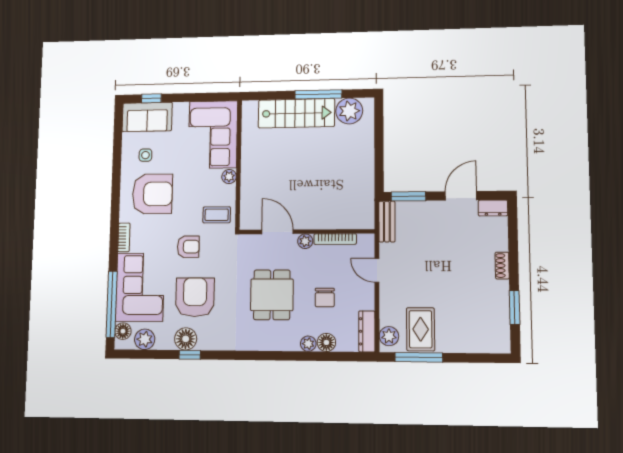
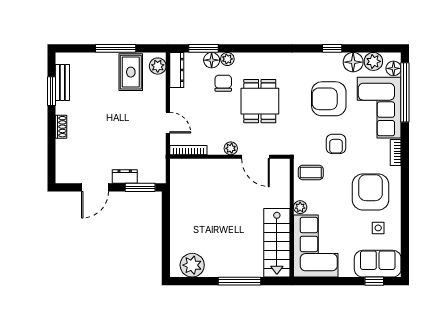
window: (318, 94) -> (239, 281), moved
stairs: (296, 113) -> (277, 243), moved, turned -90
armchair: (152, 194) -> (370, 192), turned 90
dresser: (493, 208) -> (125, 176), moved
bench: (387, 222) -> (62, 82), moved
bookcase: (335, 239) -> (188, 150), moved
armchair: (188, 247) -> (336, 144), turned -90
armchair: (195, 297) -> (329, 99), turned 90
chair: (325, 297) -> (223, 83), moved
floor lamp: (186, 339) -> (353, 62), moved
window: (336, 356) -> (204, 48), added
window: (419, 357) -> (116, 48), moved

